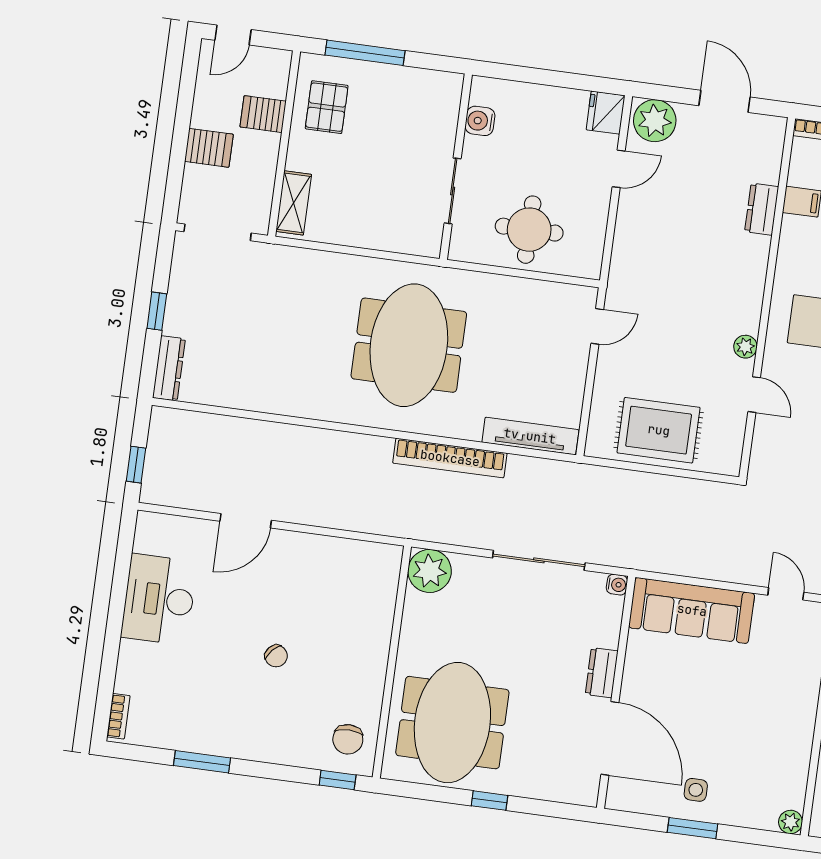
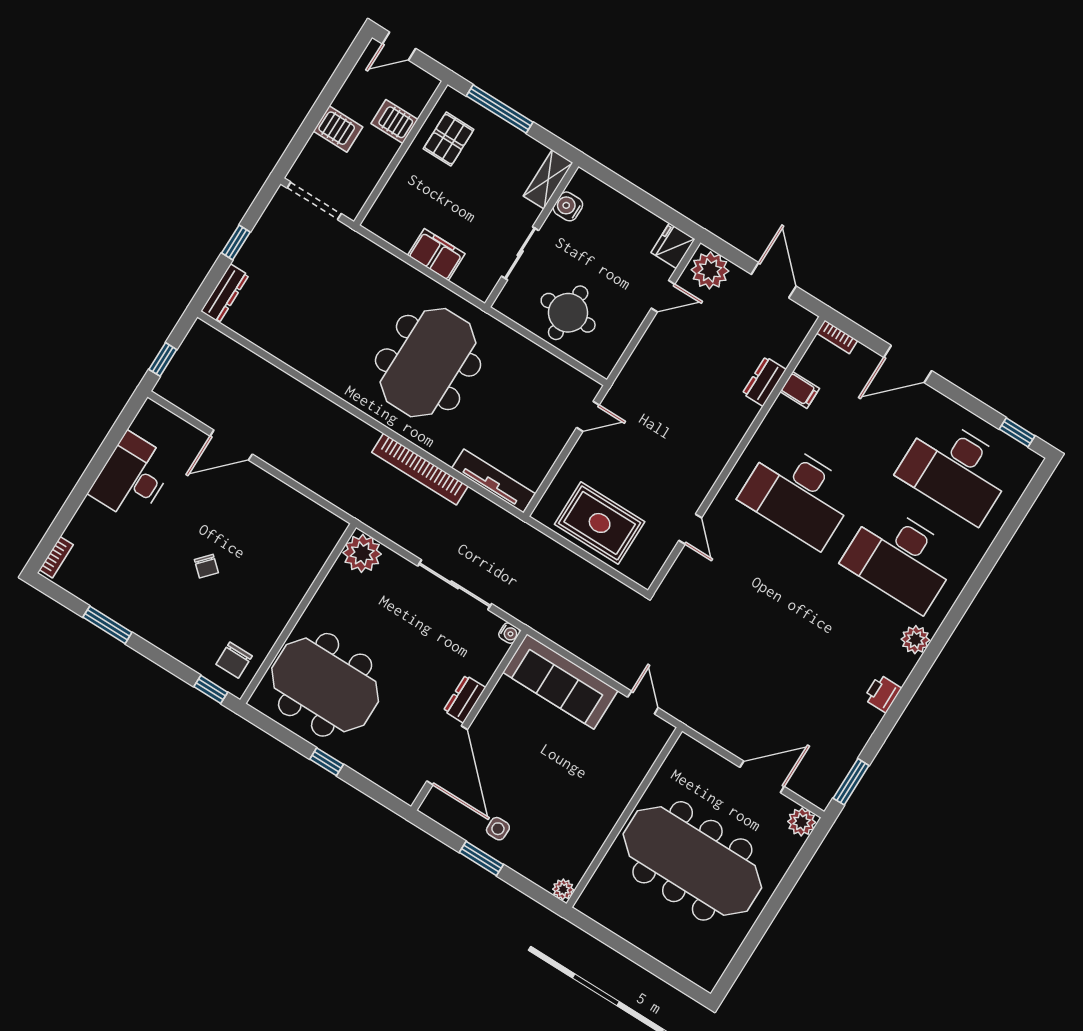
shelving: (294, 203) -> (548, 179), moved
filing cabinet: (367, 231) -> (436, 255), added
plant: (745, 347) -> (701, 487), removed
meeting table: (452, 723) -> (325, 685), turned 90

